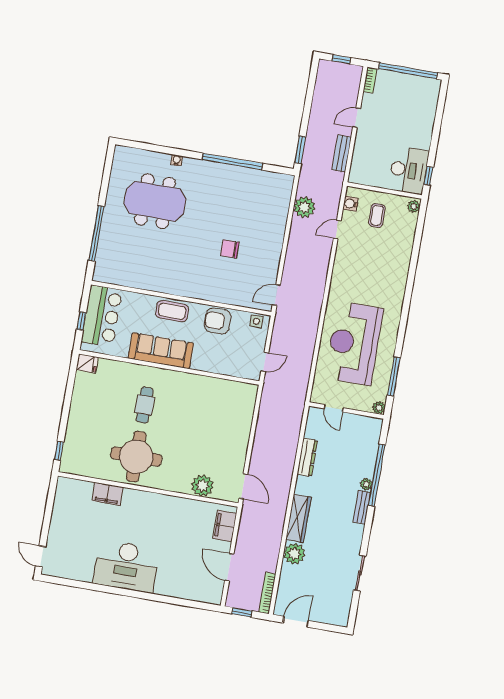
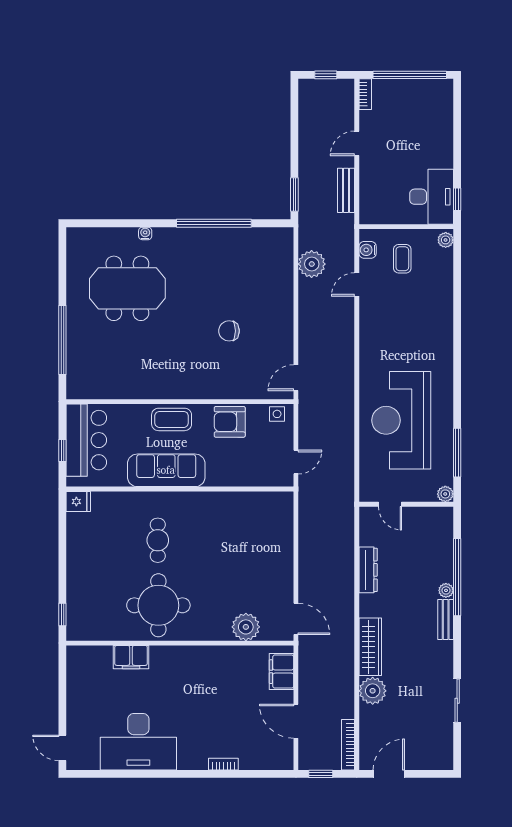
desk: (126, 566) -> (138, 742), moved
bookcase: (166, 591) -> (223, 764), added

